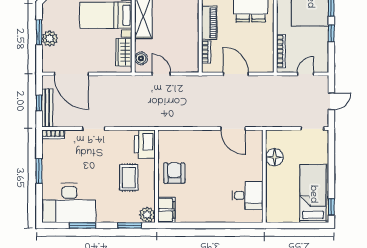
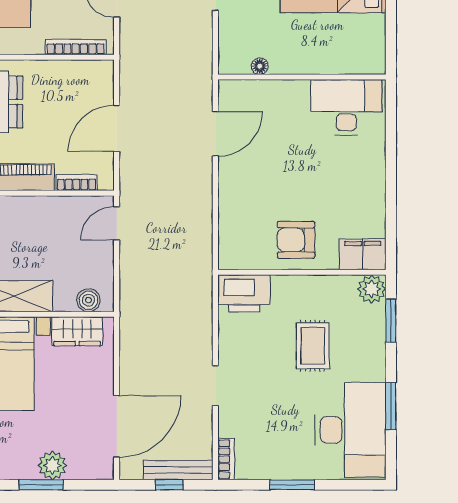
door: (161, 74) -> (117, 223), moved
floor lamp: (274, 157) -> (260, 66), width x0.53, depth x0.53
rug: (129, 177) -> (313, 346), moved, turned 90
desk: (248, 195) -> (346, 107), width x1.37

